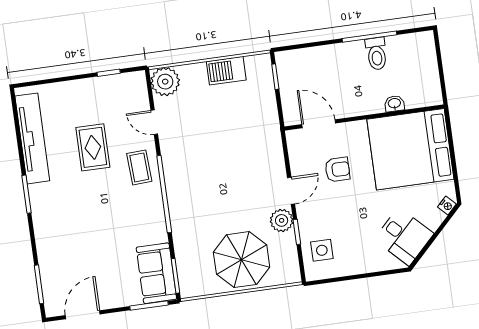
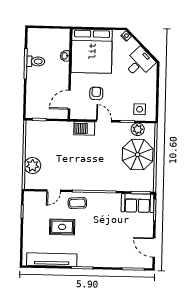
barbecue: (226, 71) -> (84, 128), moved, turned 90
plant: (165, 82) -> (32, 166), moved
plant: (282, 220) -> (138, 129), moved

